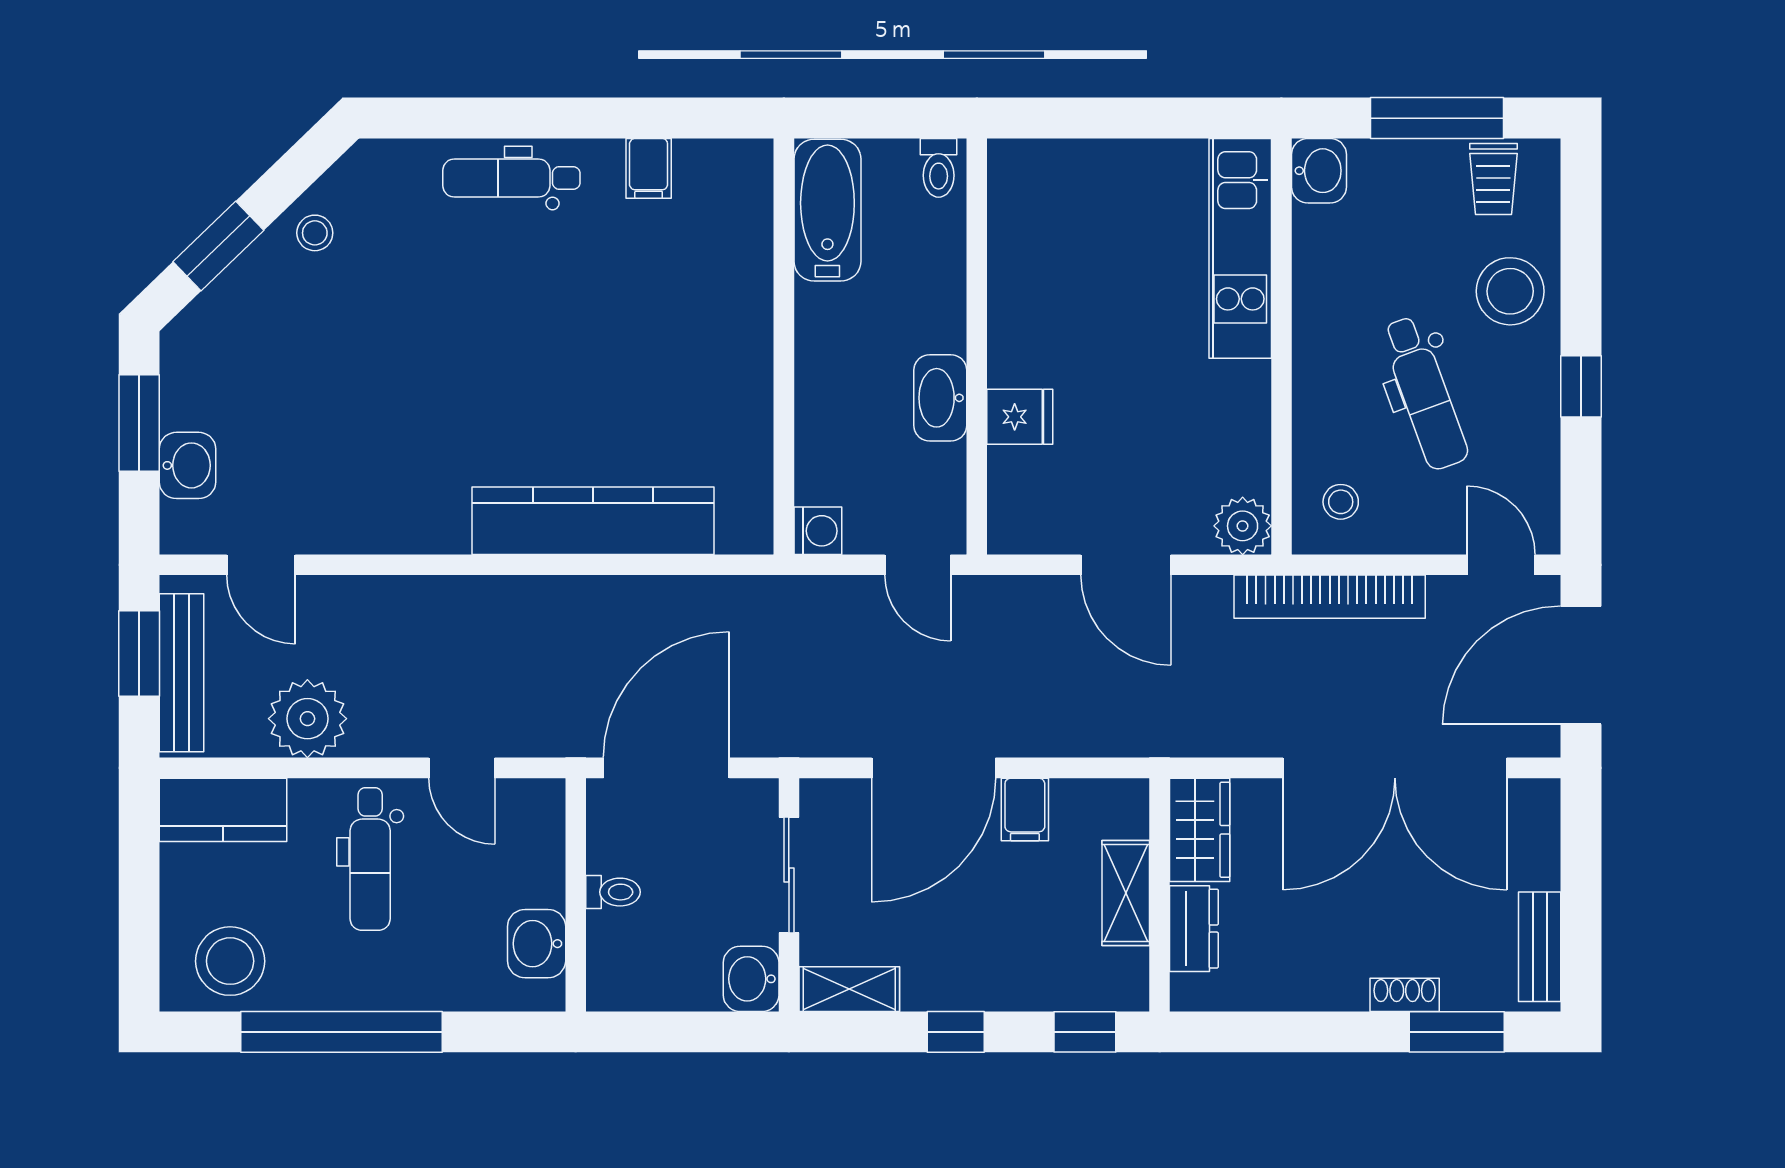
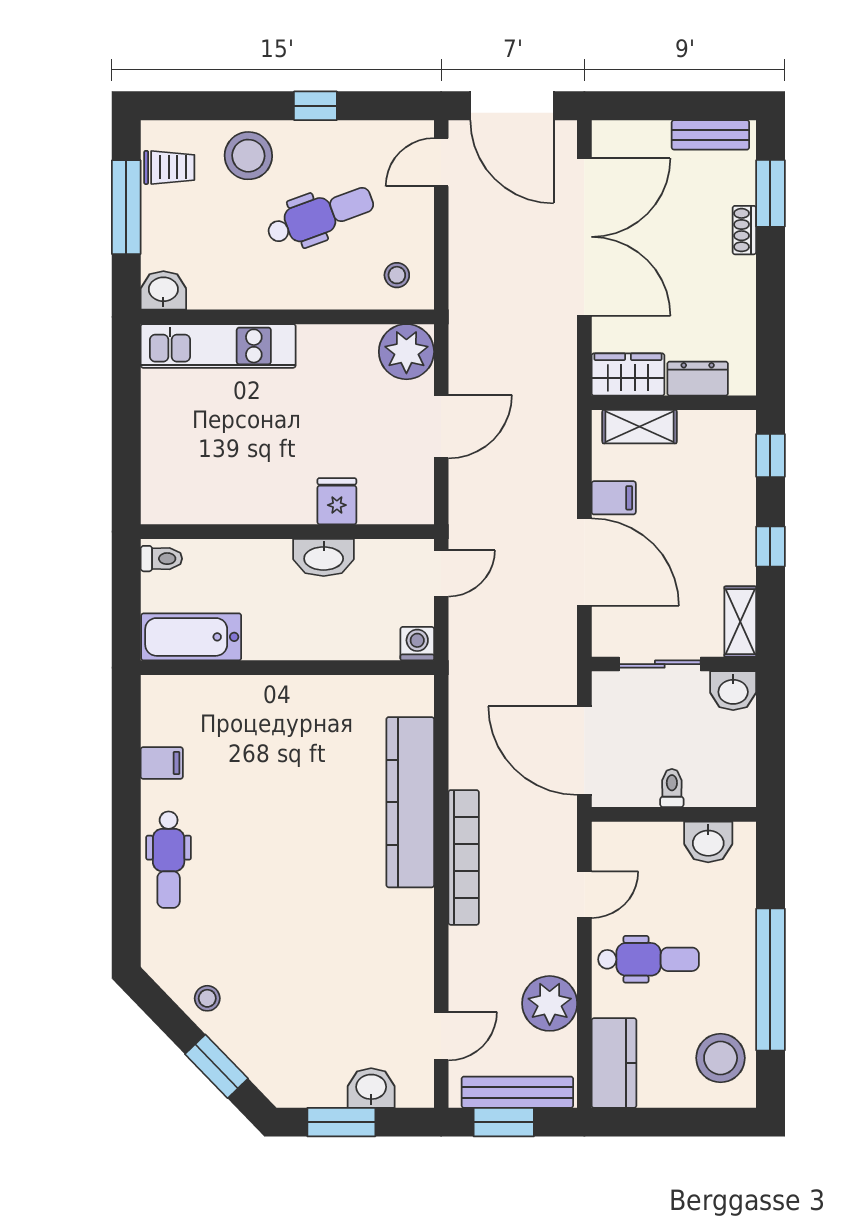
plant: (1243, 526) -> (406, 352), width x1.36, depth x1.36
bookcase: (1330, 597) -> (464, 857), moved
shelving: (1126, 893) -> (640, 427), moved

